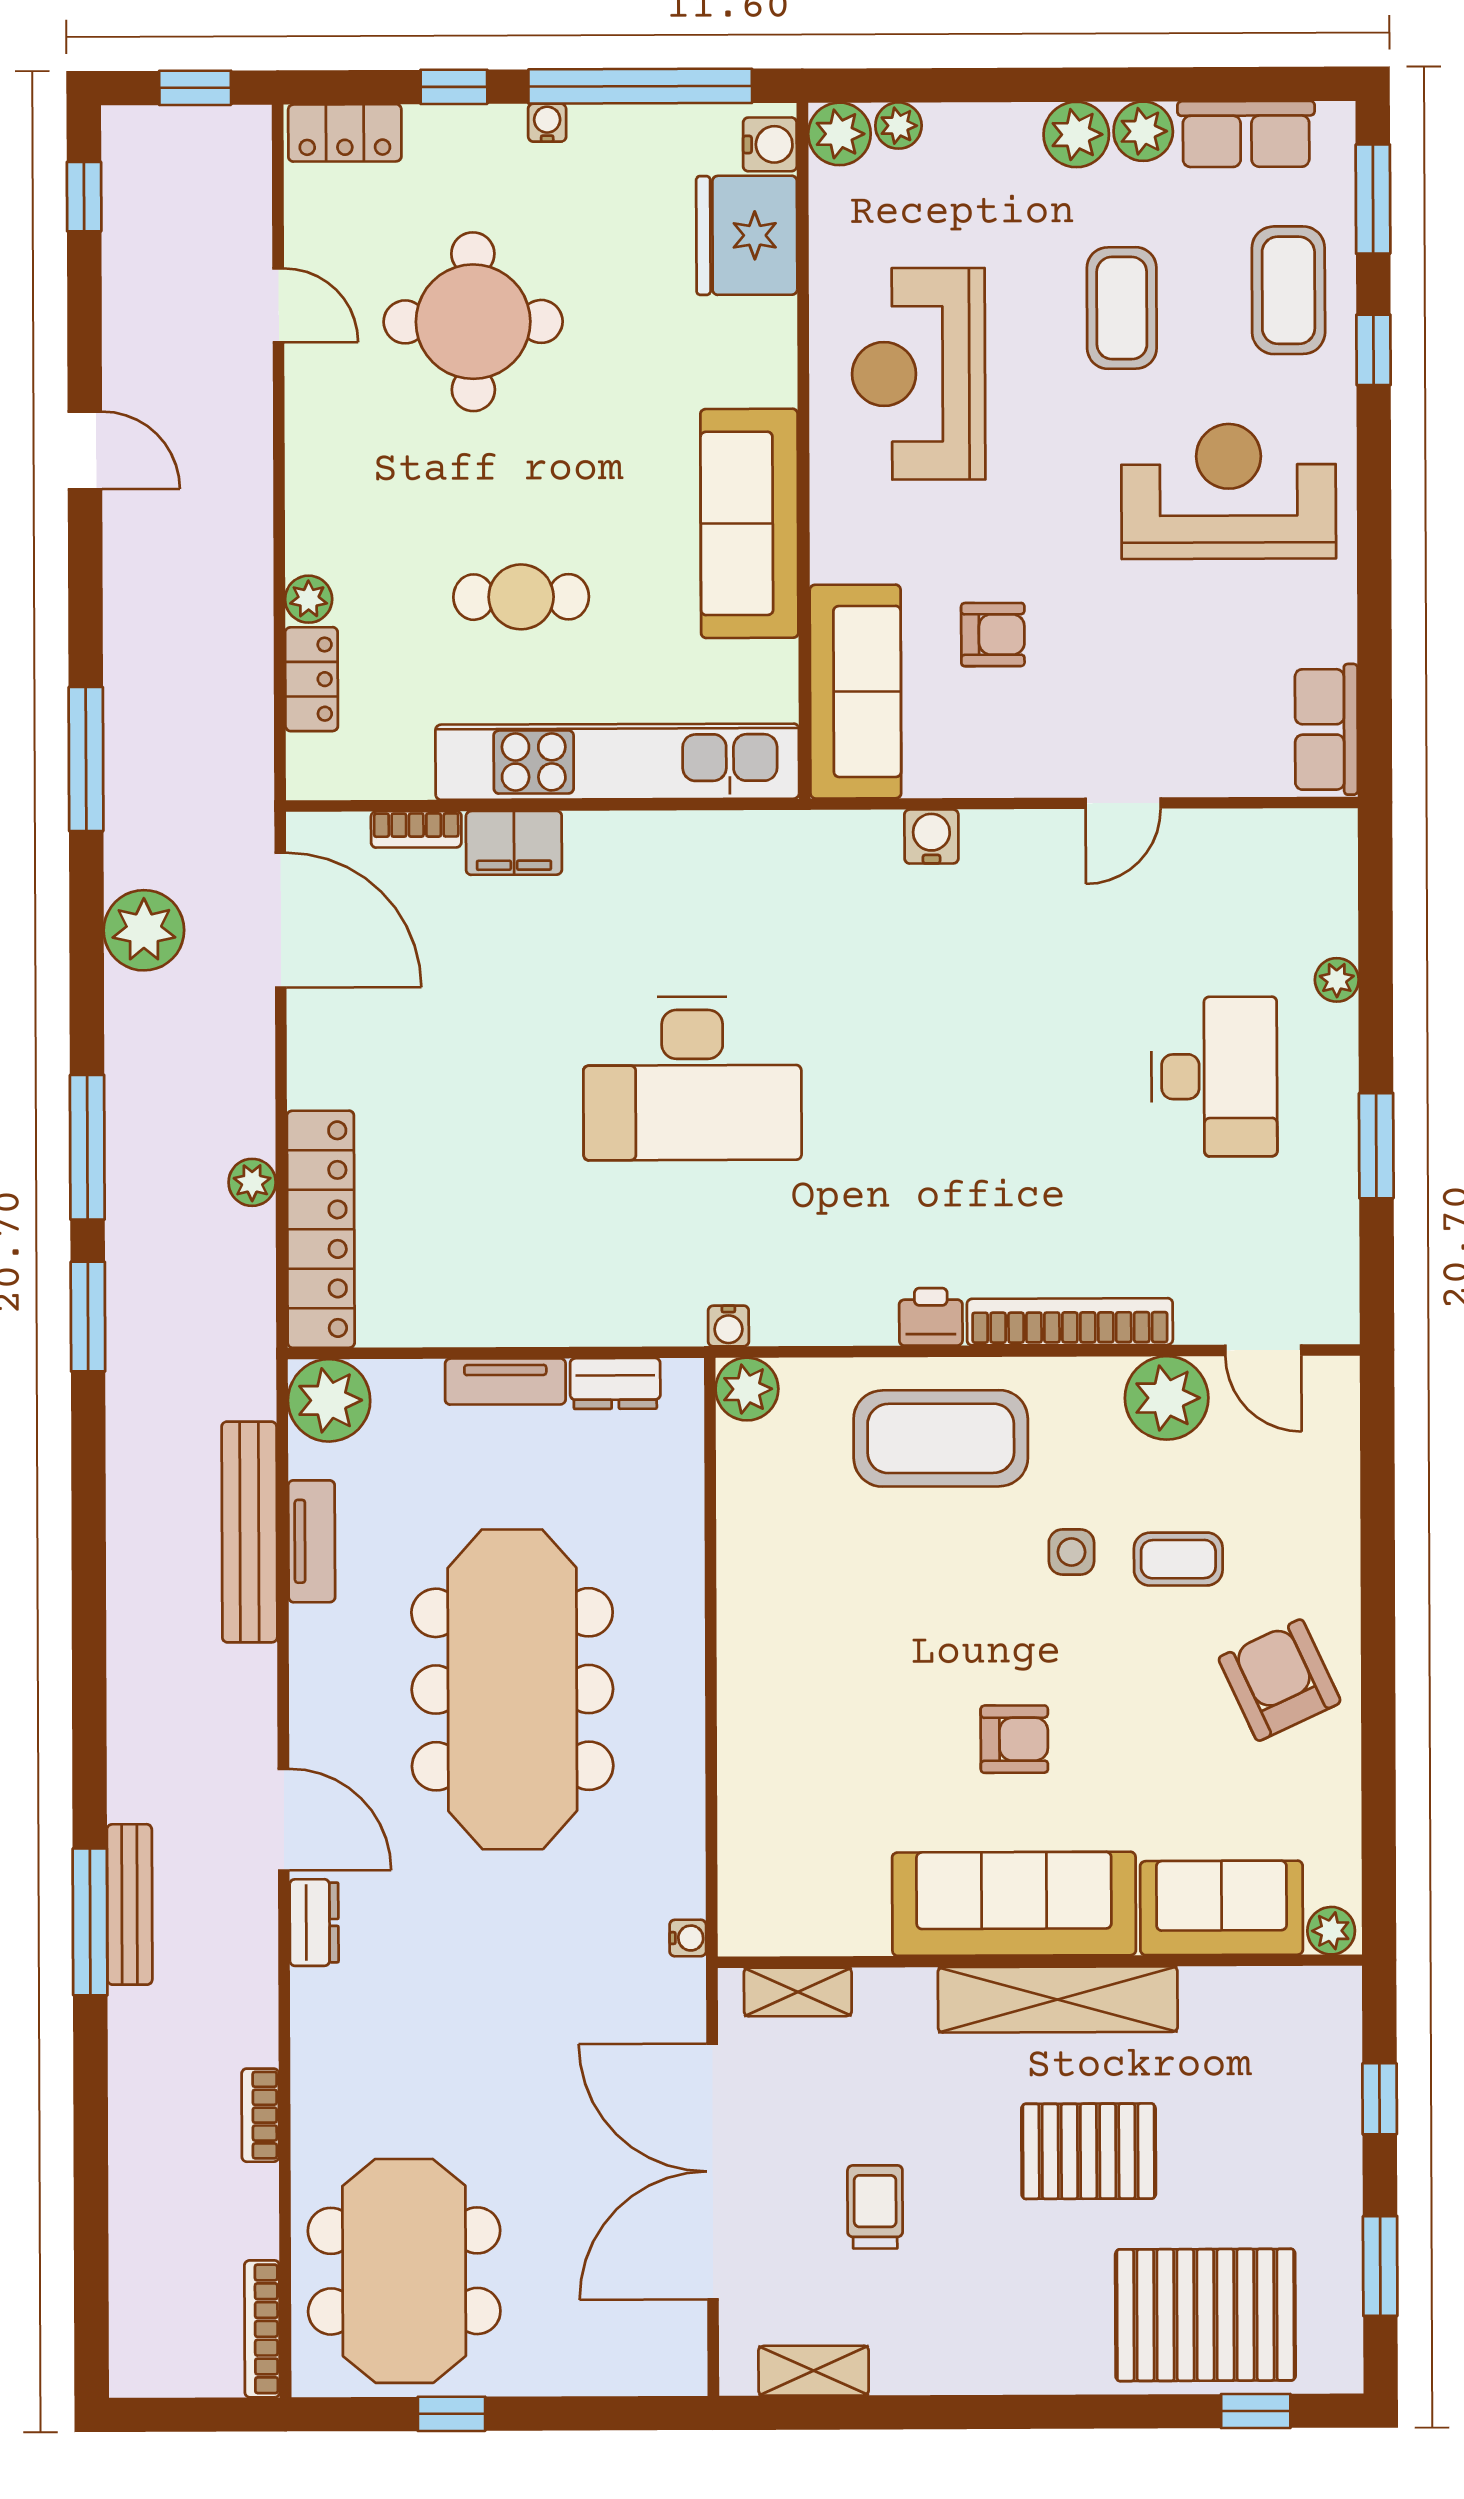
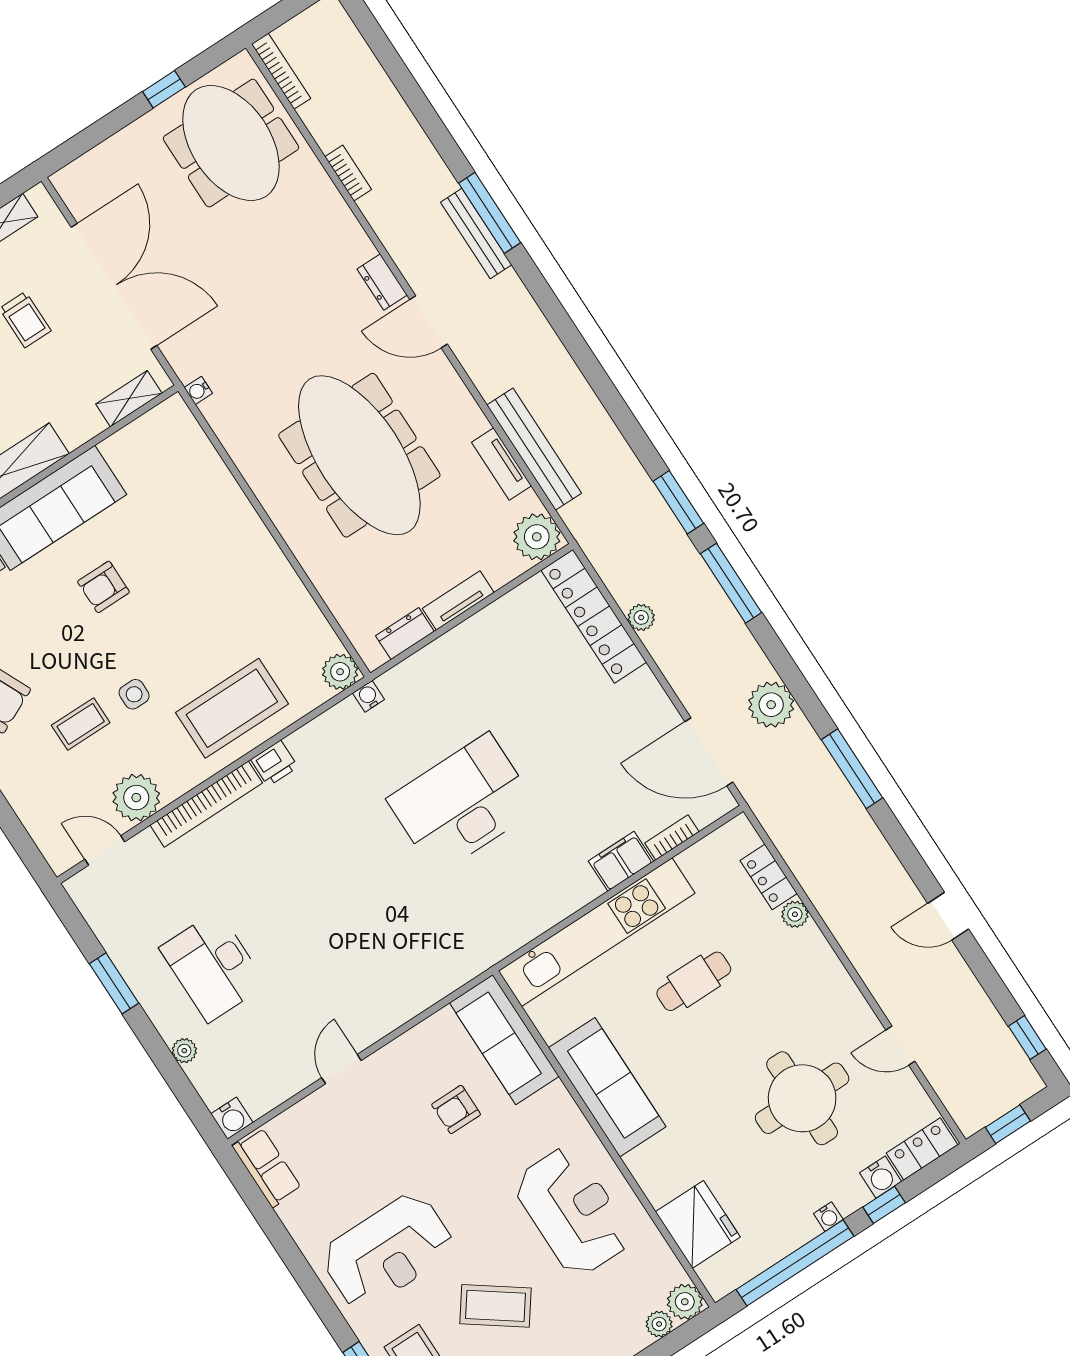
water cooler: (770, 144) -> (881, 1177), moved, turned -90
coffee table: (1122, 308) -> (496, 1306), turned -54
water cooler: (931, 836) -> (232, 1118), moved

